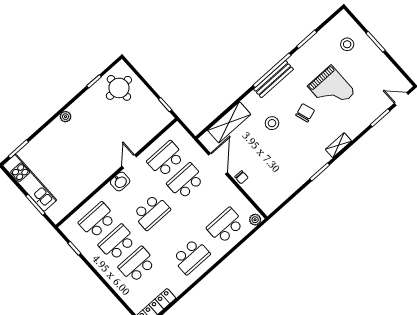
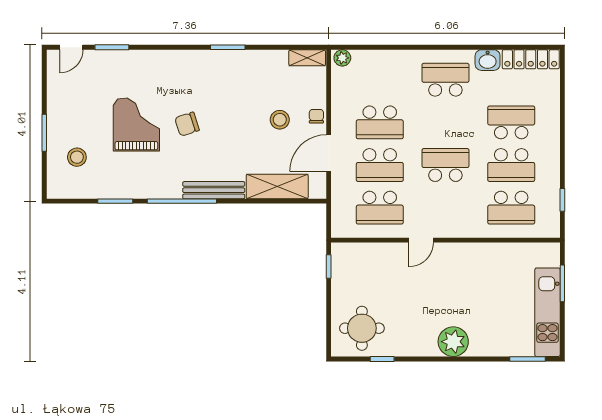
bench: (274, 79) -> (214, 190), moved
door: (401, 99) -> (71, 47), hinge flipped
plant: (66, 117) -> (453, 342), width x1.87, depth x1.87
stool: (272, 123) -> (280, 120), moved
shelving: (338, 145) -> (307, 58), moved
washbasin: (120, 182) -> (488, 60), moved, turned 180
school desk: (225, 226) -> (380, 122), moved
school desk: (137, 265) -> (511, 122), turned 180

